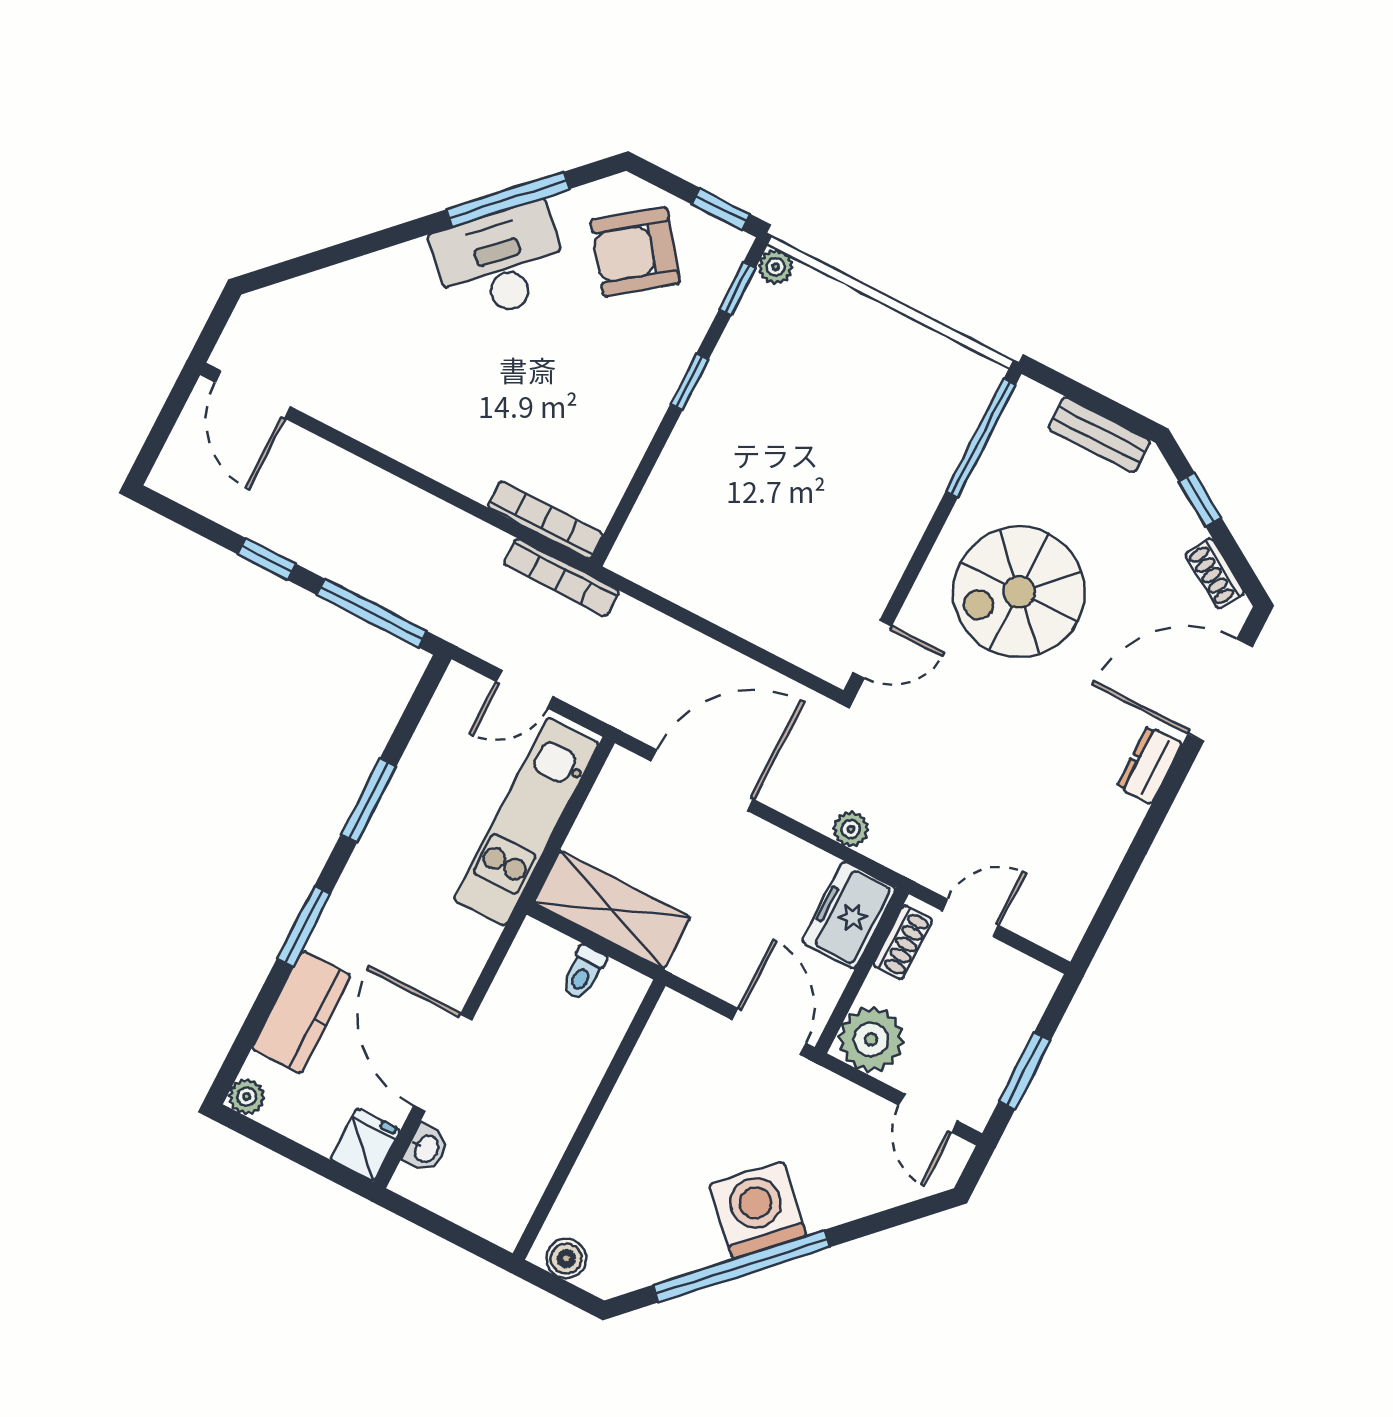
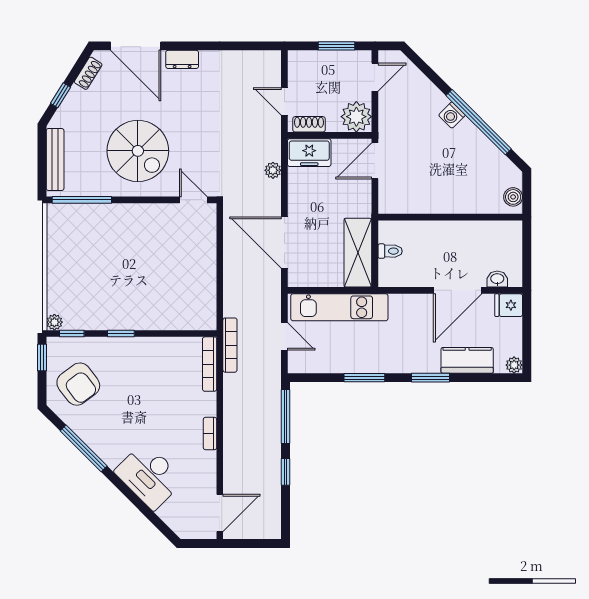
desk: (500, 262) -> (149, 476), moved
bench: (1099, 435) -> (55, 160), width x1.36
bookcase: (413, 453) -> (210, 433), added
washing machine: (758, 1210) -> (452, 115), width x0.53, depth x0.53

